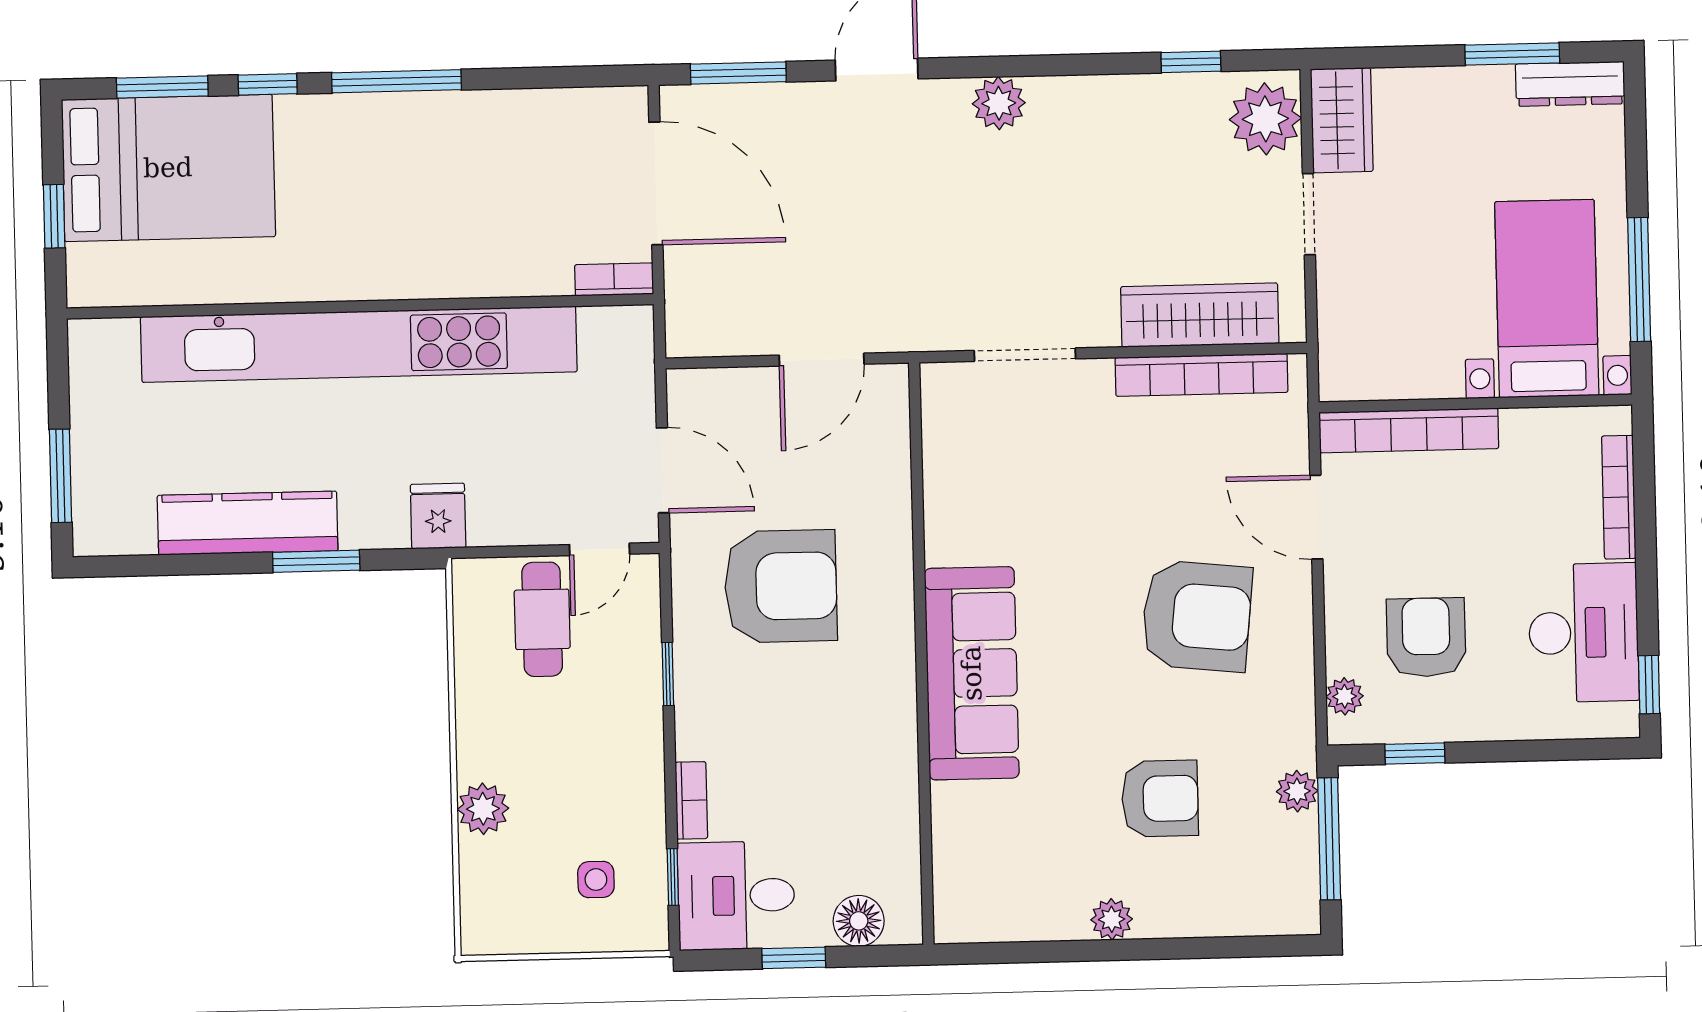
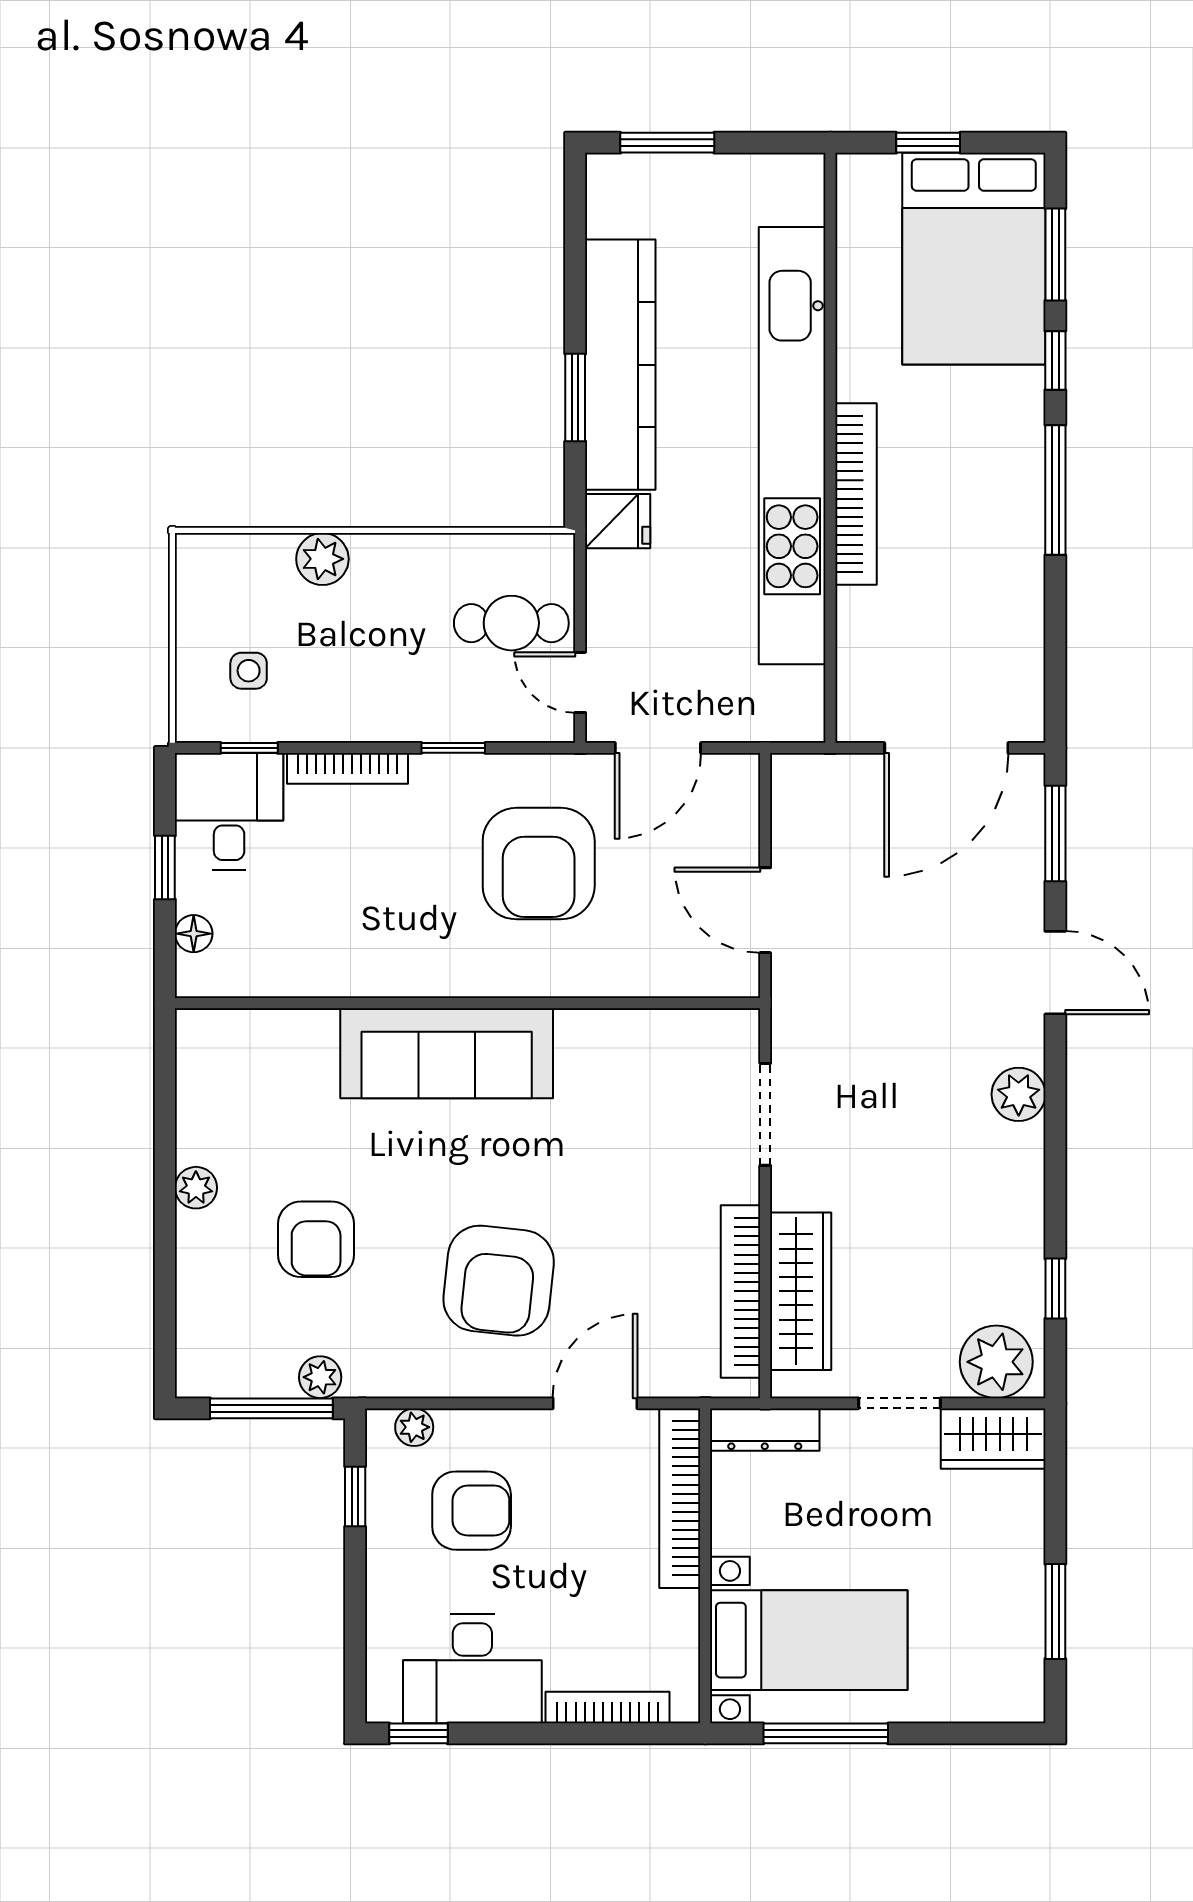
dresser: (1570, 84) -> (765, 1430), moved, turned -90
bookcase: (614, 279) -> (856, 494), moved, width x2.31, depth x1.31
kitchen counter: (248, 523) -> (620, 365), width x1.39, depth x1.17
bookcase: (691, 800) -> (348, 768), width x1.56
floor lamp: (859, 921) -> (194, 934), width x0.73, depth x0.73

